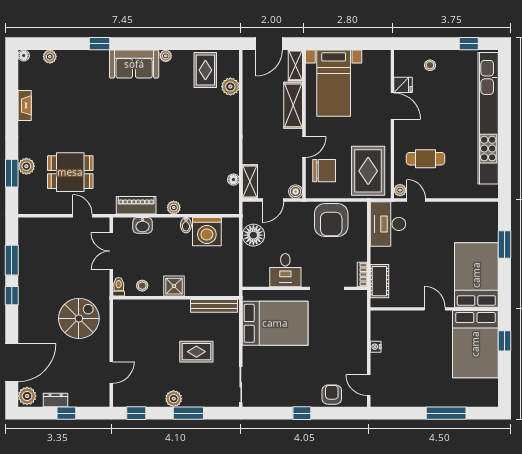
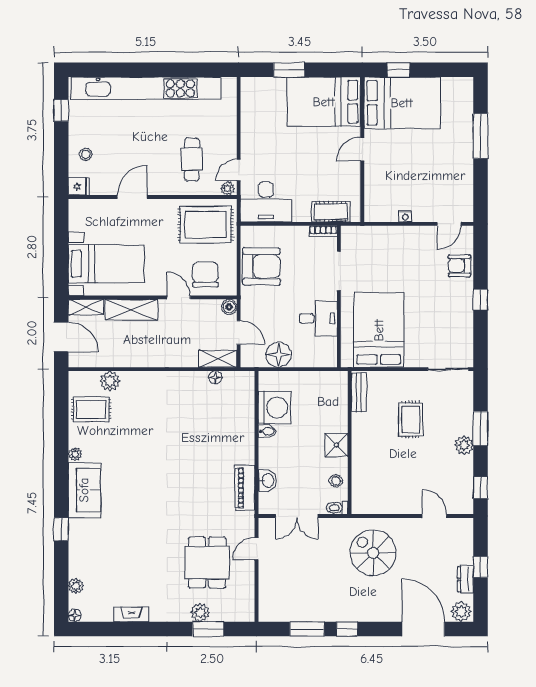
fridge: (403, 85) -> (79, 187), moved, turned 90
plant: (174, 208) -> (247, 445), removed
bench: (214, 306) -> (359, 392), width x0.73

